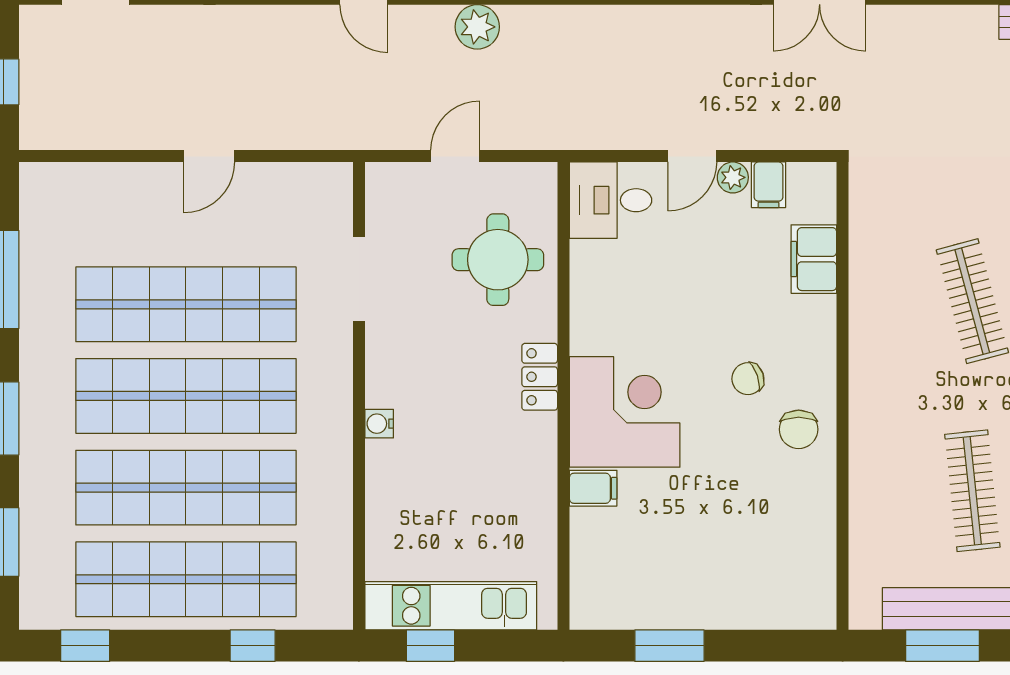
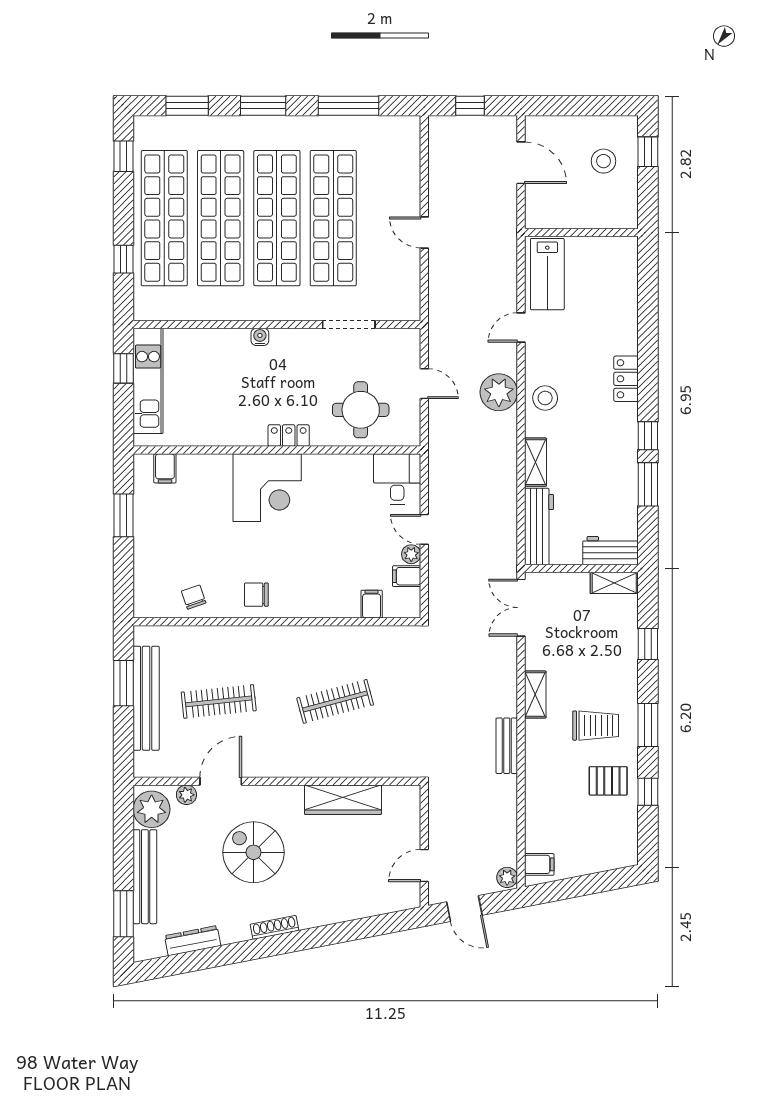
plant: (477, 27) -> (499, 392), width x1.36, depth x1.36
filing cabinet: (814, 259) -> (372, 604), width x0.50
chair: (748, 379) -> (194, 597), moved
filing cabinet: (593, 488) -> (165, 468), moved

